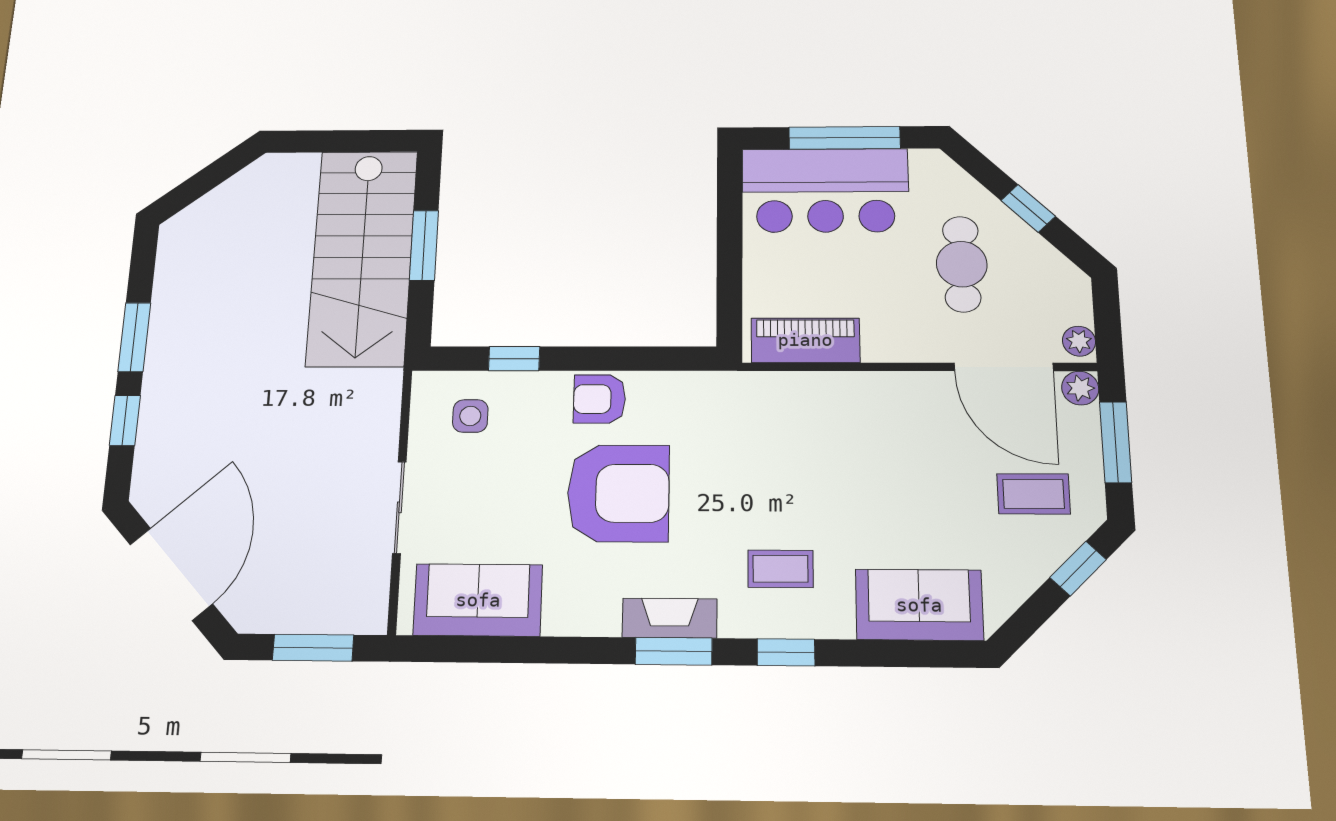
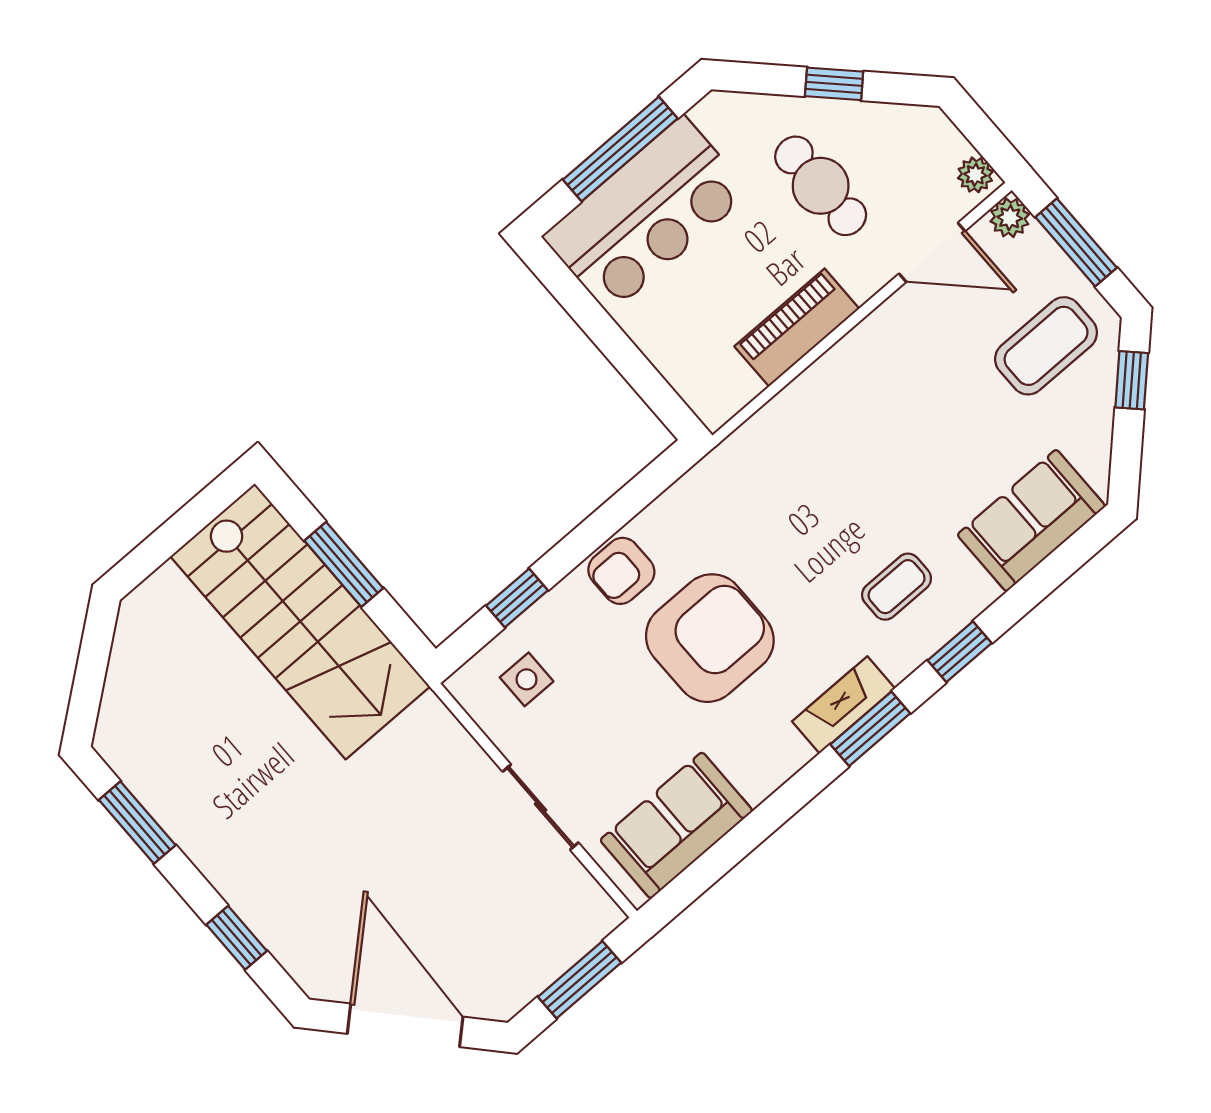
window: (134, 337) -> (137, 823), moved
piano: (805, 340) -> (797, 328), moved
door: (1004, 367) -> (932, 252), width x0.73
coffee table: (1034, 494) -> (1046, 346), width x1.36, depth x1.30

